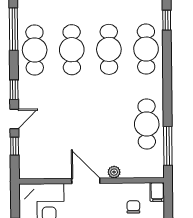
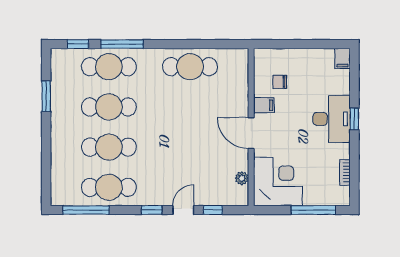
door: (14, 119) -> (183, 210), hinge flipped
window: (168, 146) -> (122, 44), moved
plant: (114, 172) -> (242, 178), moved
door: (86, 181) -> (251, 133), hinge flipped
filing cabinet: (157, 192) -> (264, 105), moved

